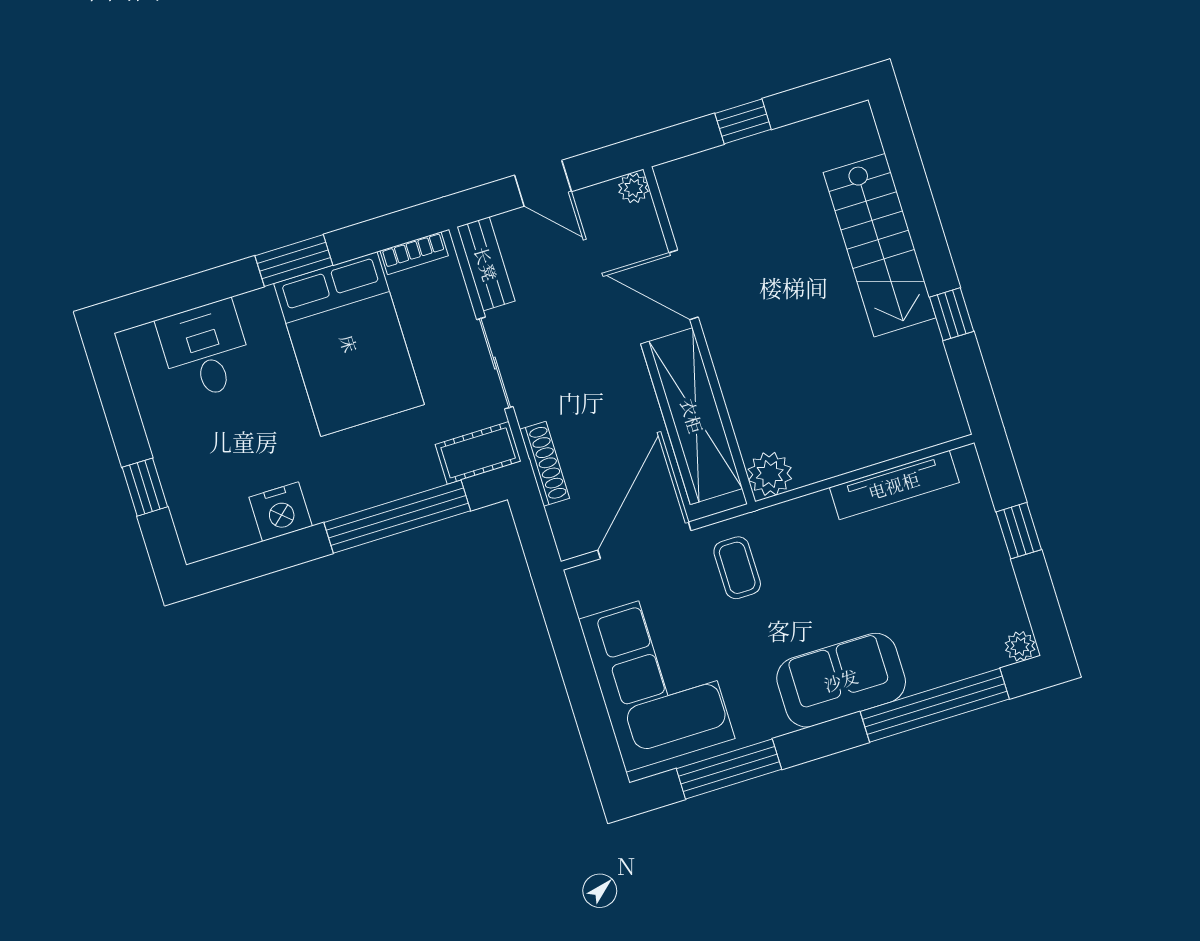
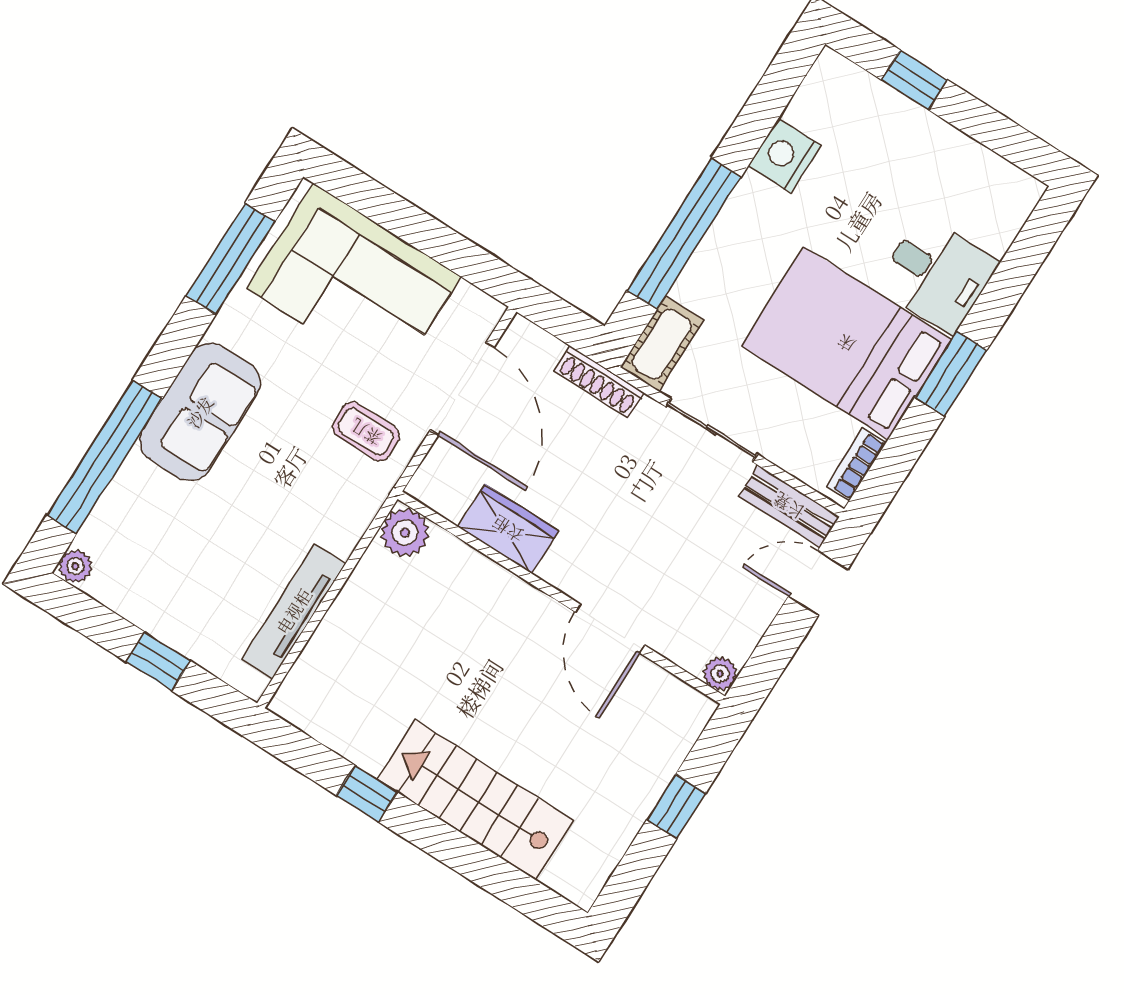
door: (543, 183) -> (818, 583), moved
door: (684, 285) -> (610, 629), swing flipped
desk: (205, 350) -> (937, 274), moved
wardrobe: (692, 416) -> (508, 529), width x0.48, depth x0.85

